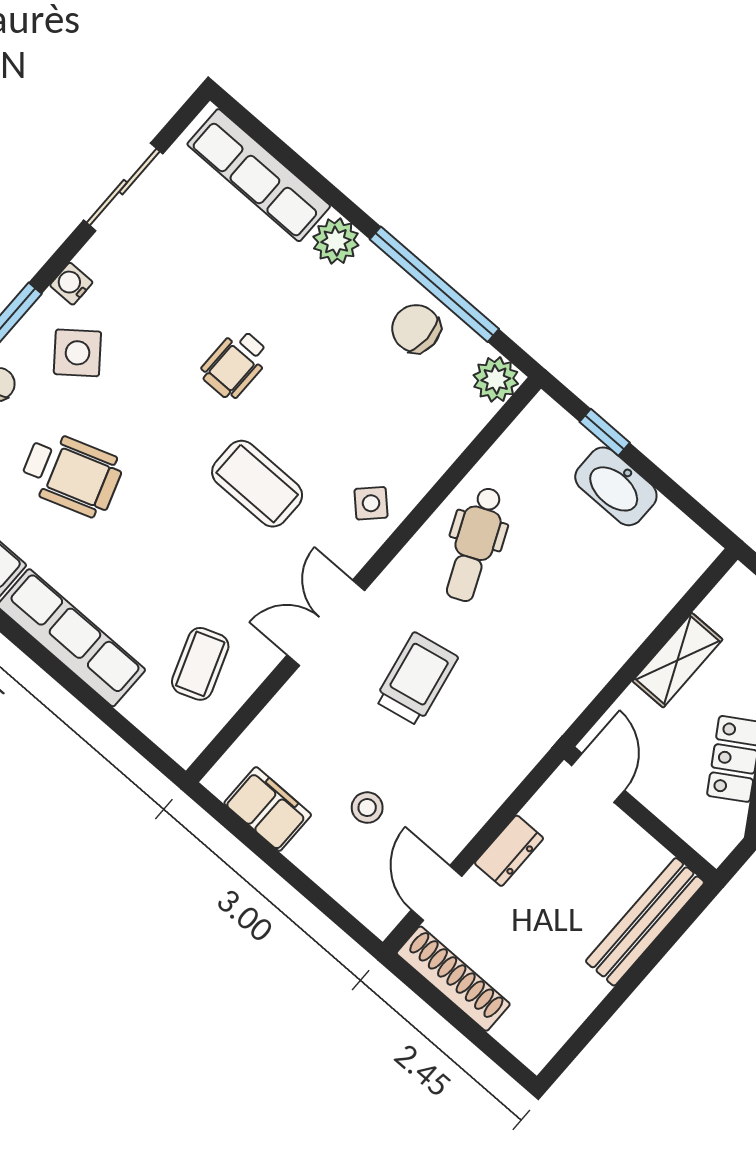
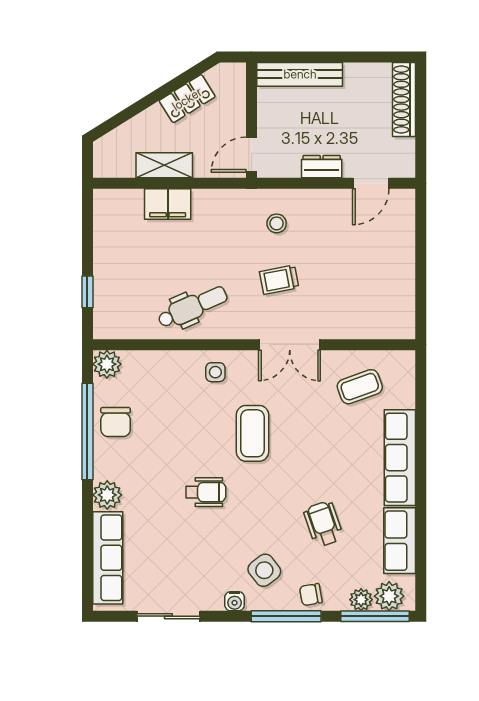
wheelchair: (71, 474) -> (323, 524), width x0.73, depth x0.73
washbasin: (616, 486) -> (108, 265), removed
side table: (371, 503) -> (215, 372), turned 45
trolley: (416, 679) -> (279, 280), width x0.73, depth x0.72
stool: (367, 808) -> (277, 223), moved
filing cabinet: (268, 809) -> (168, 204), moved, turned -90
shoe rack: (453, 979) -> (404, 99), moved

